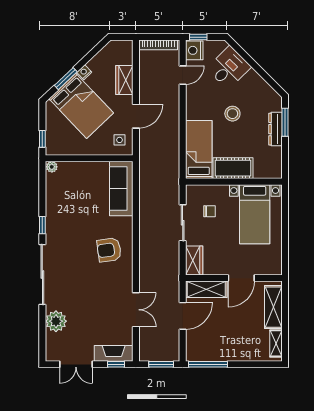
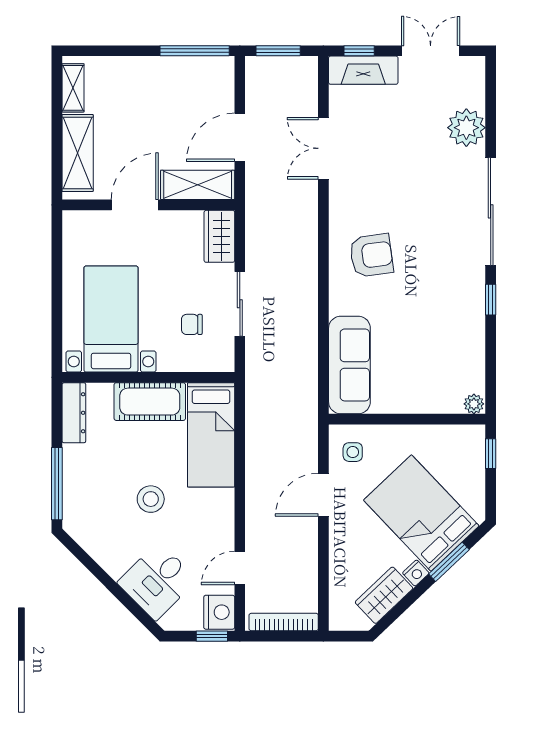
wardrobe: (124, 80) -> (384, 595), moved, turned -134
window: (285, 122) -> (57, 484), width x1.44
dresser: (275, 129) -> (74, 413), moved

